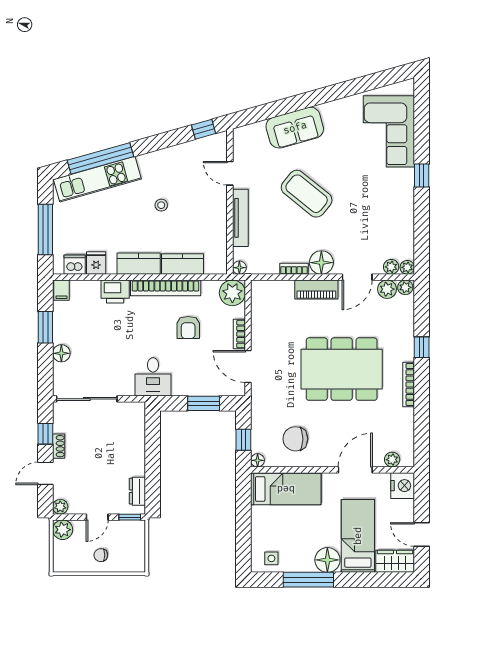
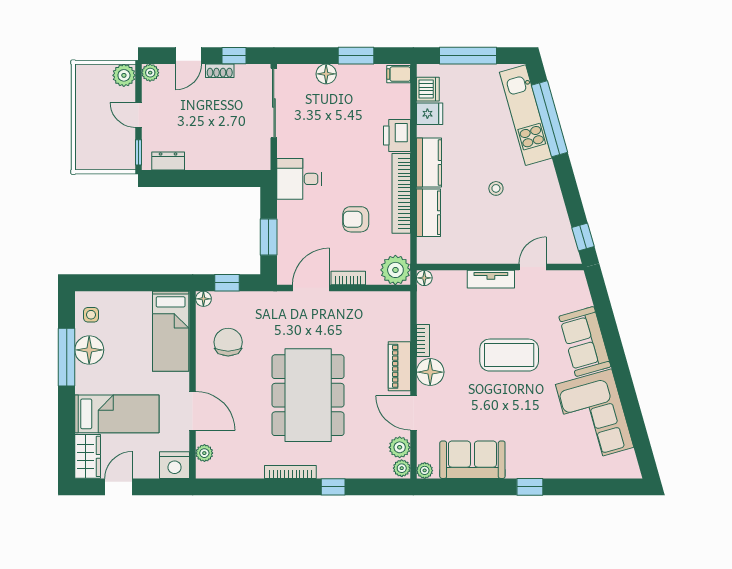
corner sofa: (389, 131) -> (595, 416), moved, turned -106
coffee table: (307, 194) -> (509, 355), turned 51
tv unit: (240, 218) -> (491, 279), width x0.71
sofa: (398, 226) -> (472, 460), added
plant: (391, 267) -> (425, 452), removed
door: (45, 473) -> (188, 56), swing flipped
chair: (101, 555) -> (95, 119), removed
floor lamp: (327, 560) -> (89, 350), moved

